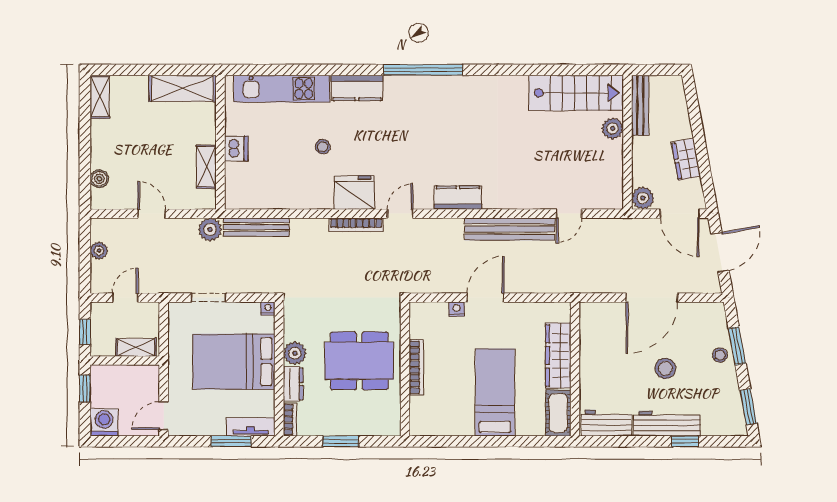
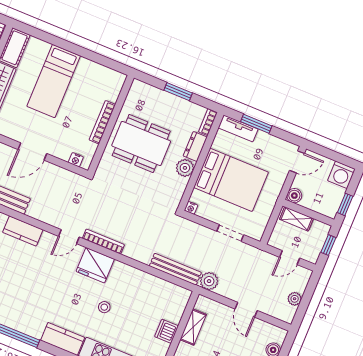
nightstand: (457, 309) -> (76, 160), moved
boiler: (150, 374) -> (294, 196), added

